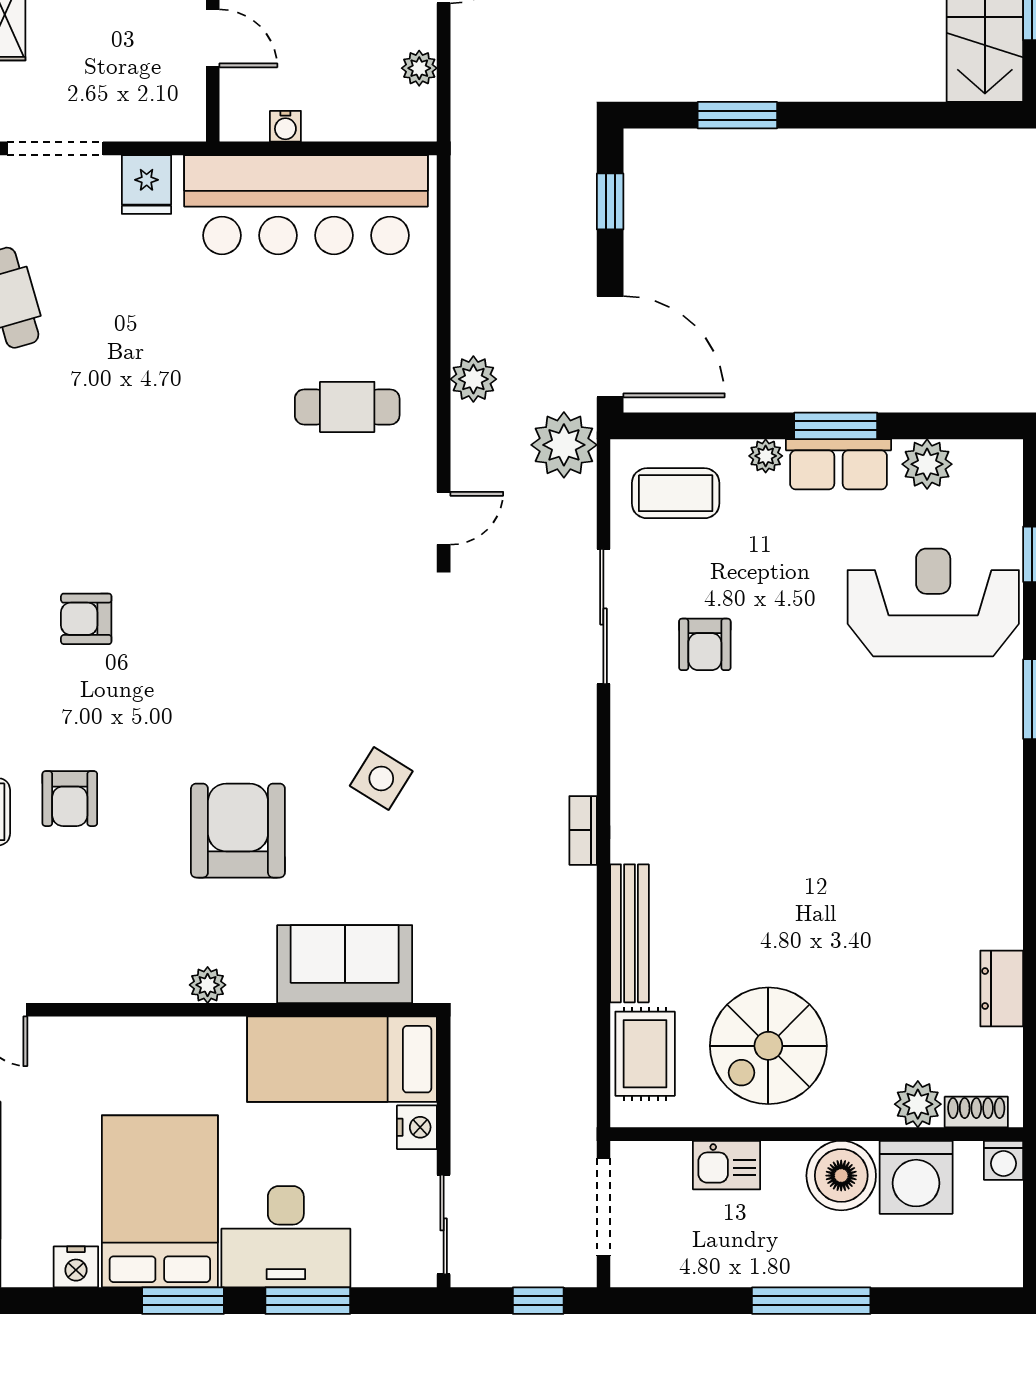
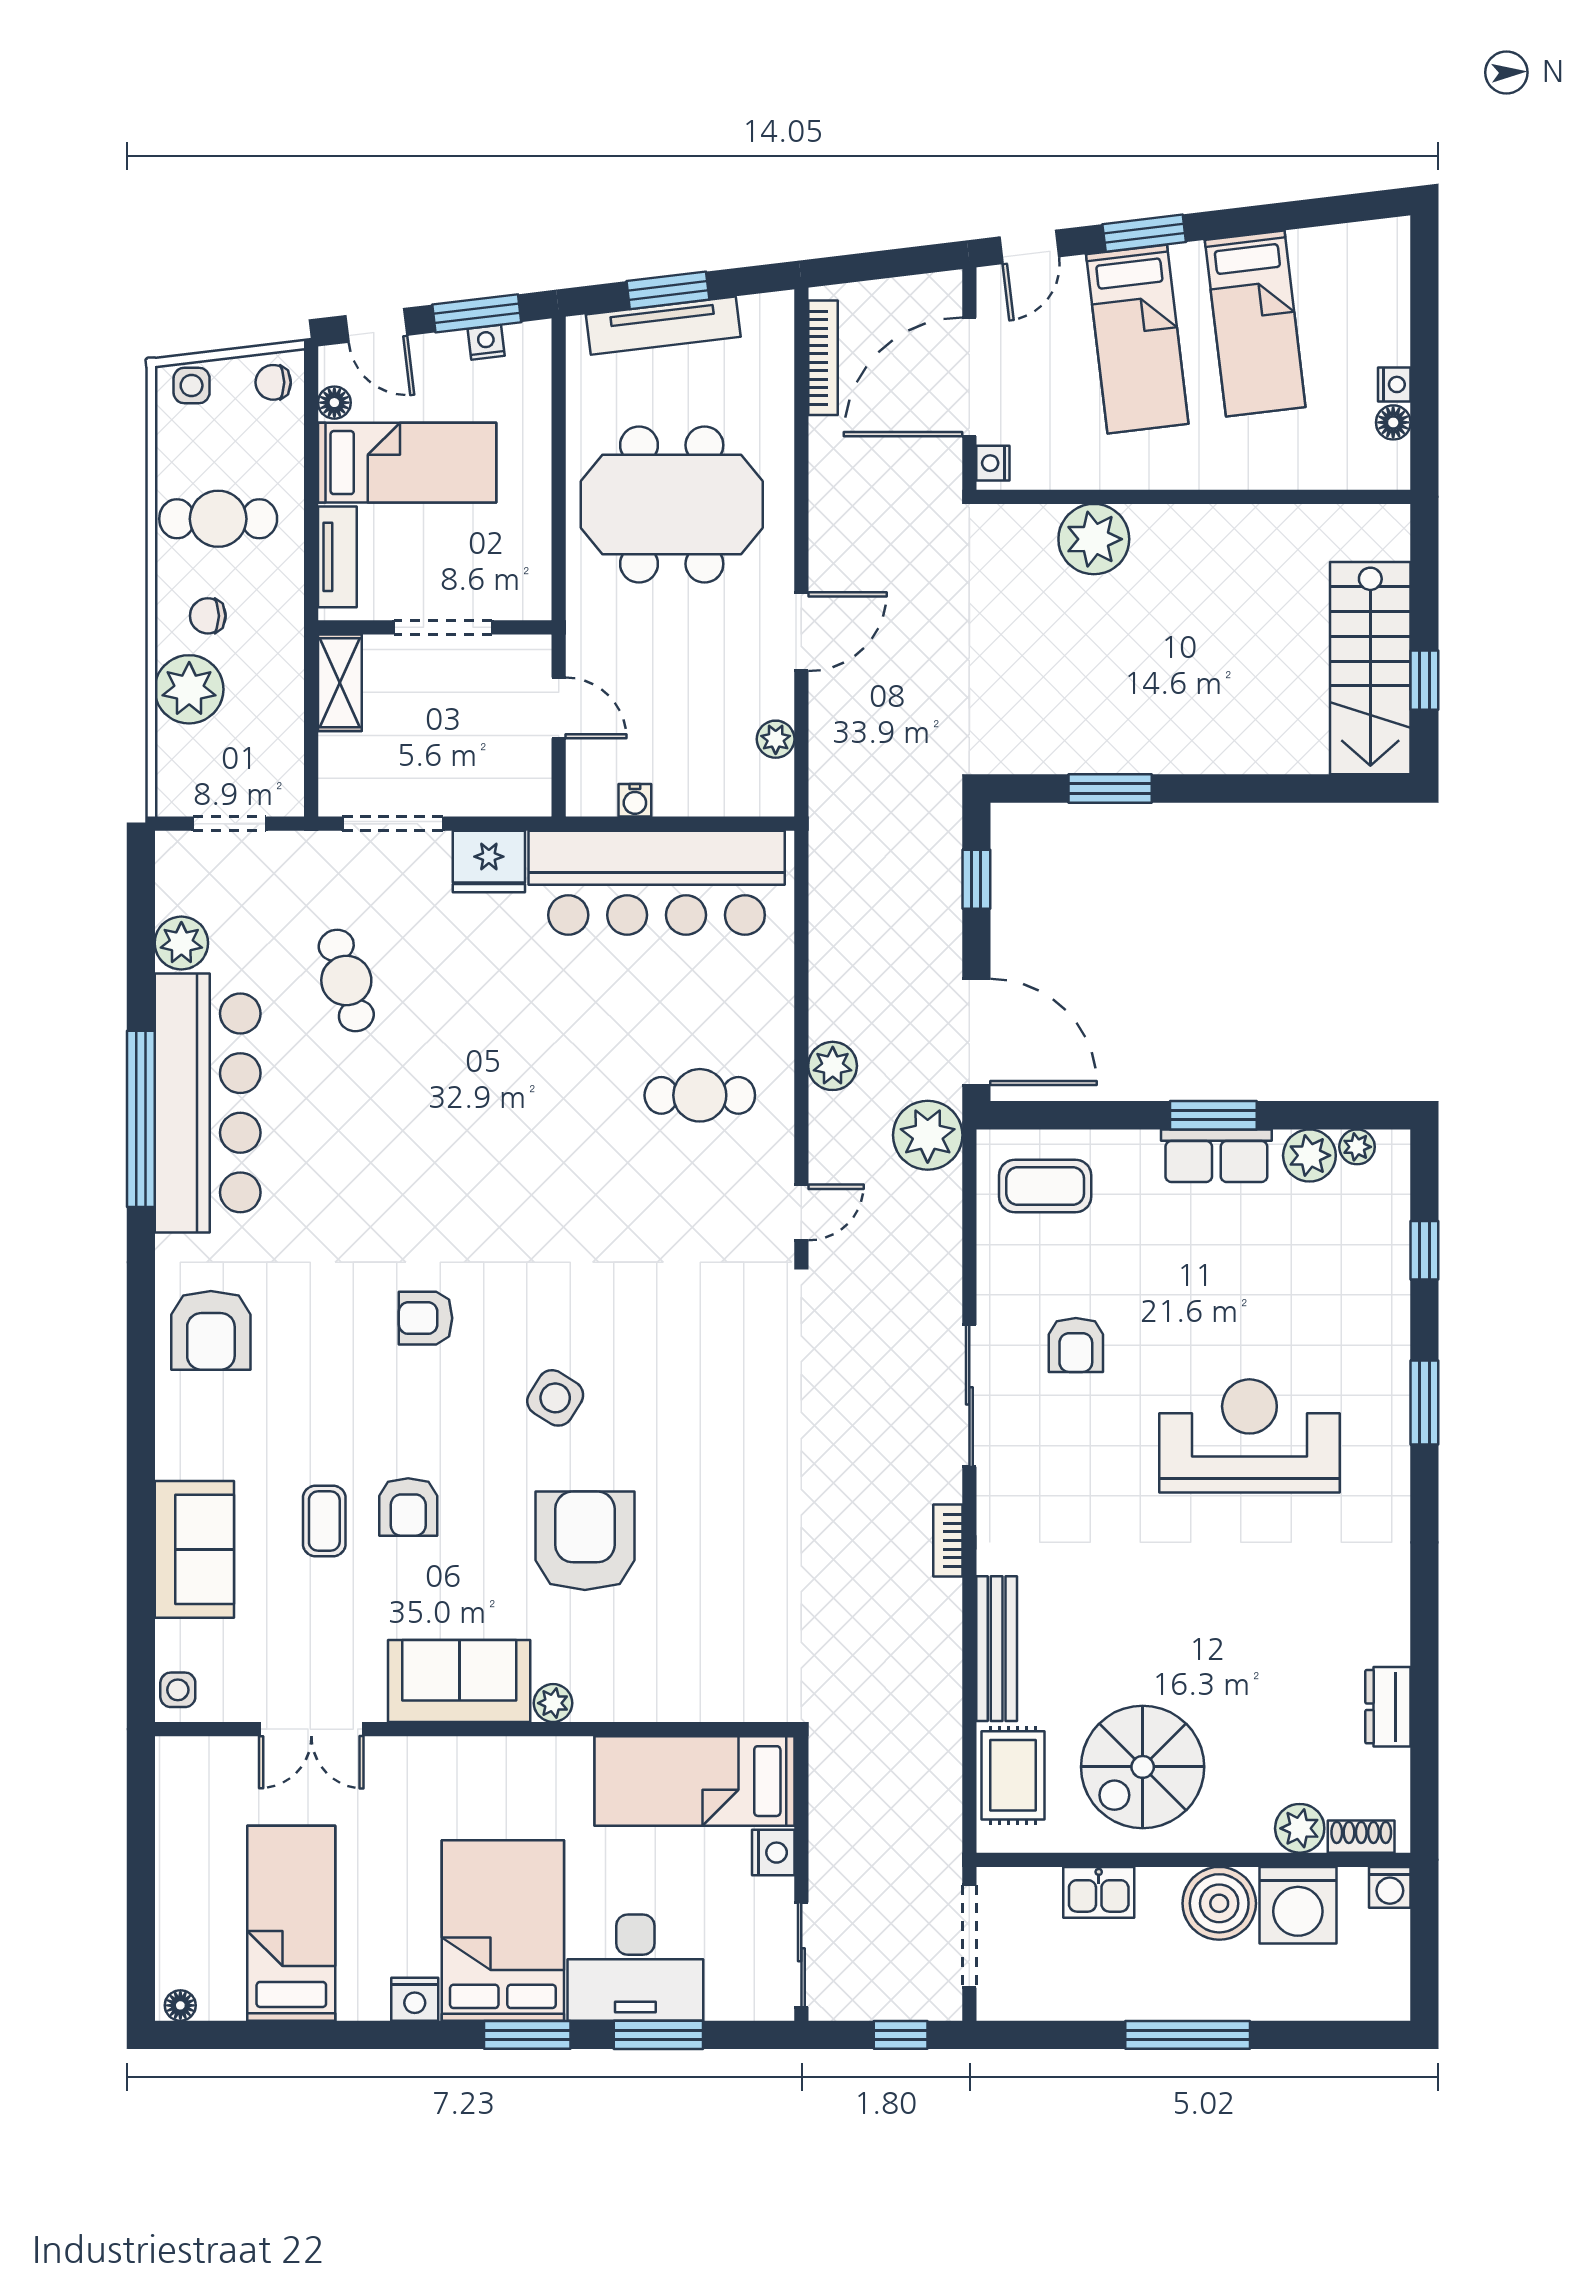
fridge: (147, 185) -> (489, 861), width x1.38
plant: (766, 456) -> (1357, 1147), moved
reception desk: (933, 602) -> (1249, 1436), moved
sliding door: (603, 616) -> (969, 1396), moved
side table: (381, 778) -> (555, 1398), moved
sofa: (345, 964) -> (459, 1681), moved

